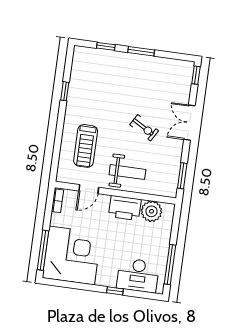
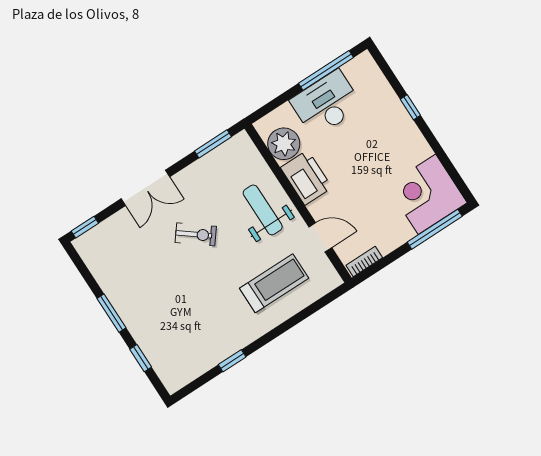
exercise bike: (144, 128) -> (196, 234), turned 98
corner desk: (72, 255) -> (427, 194), width x0.74, depth x0.74
desk: (138, 275) -> (326, 104), moved, turned -90

